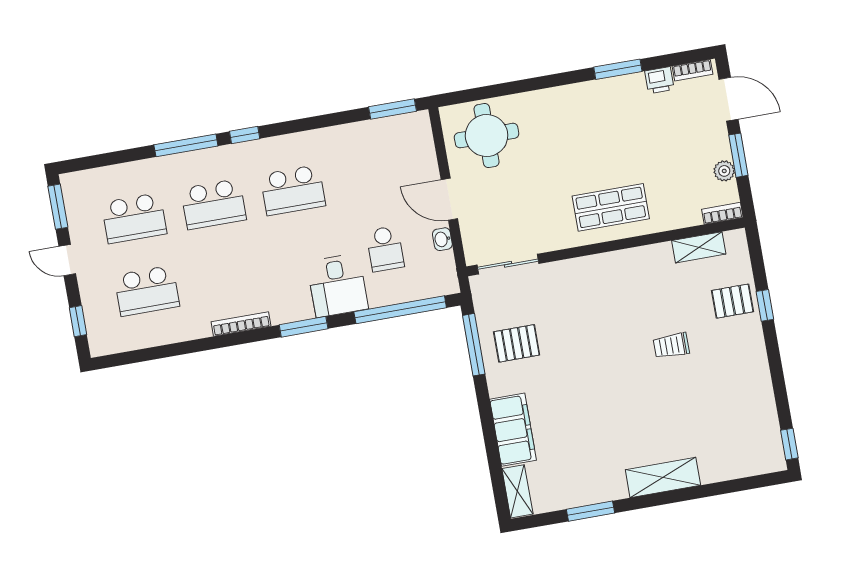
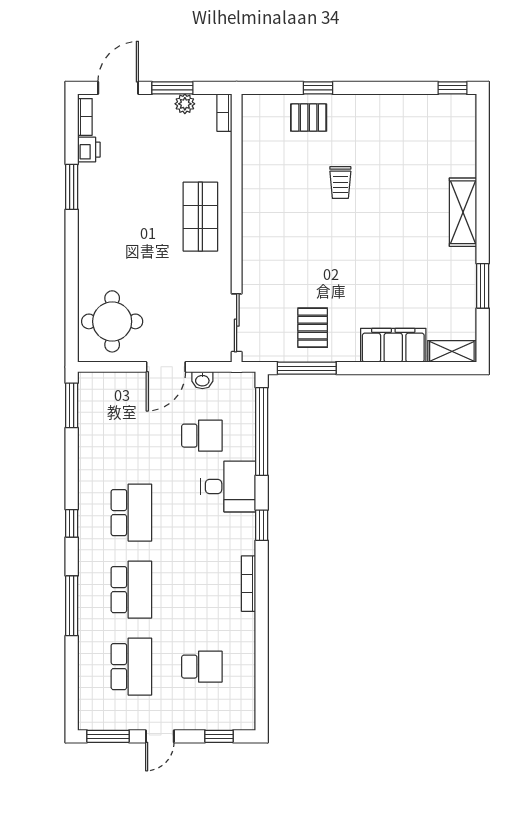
window: (245, 135) -> (72, 523), moved
shelving: (699, 247) -> (252, 140), removed
school desk: (147, 291) -> (202, 667), width x0.54
pallet: (732, 301) -> (309, 118), turned 90
window: (304, 327) -> (262, 525), width x0.67

